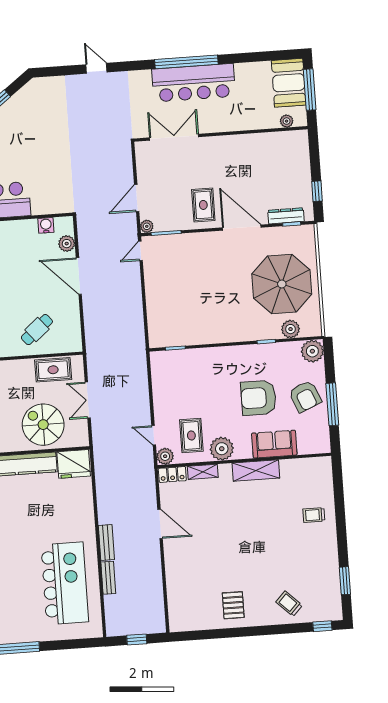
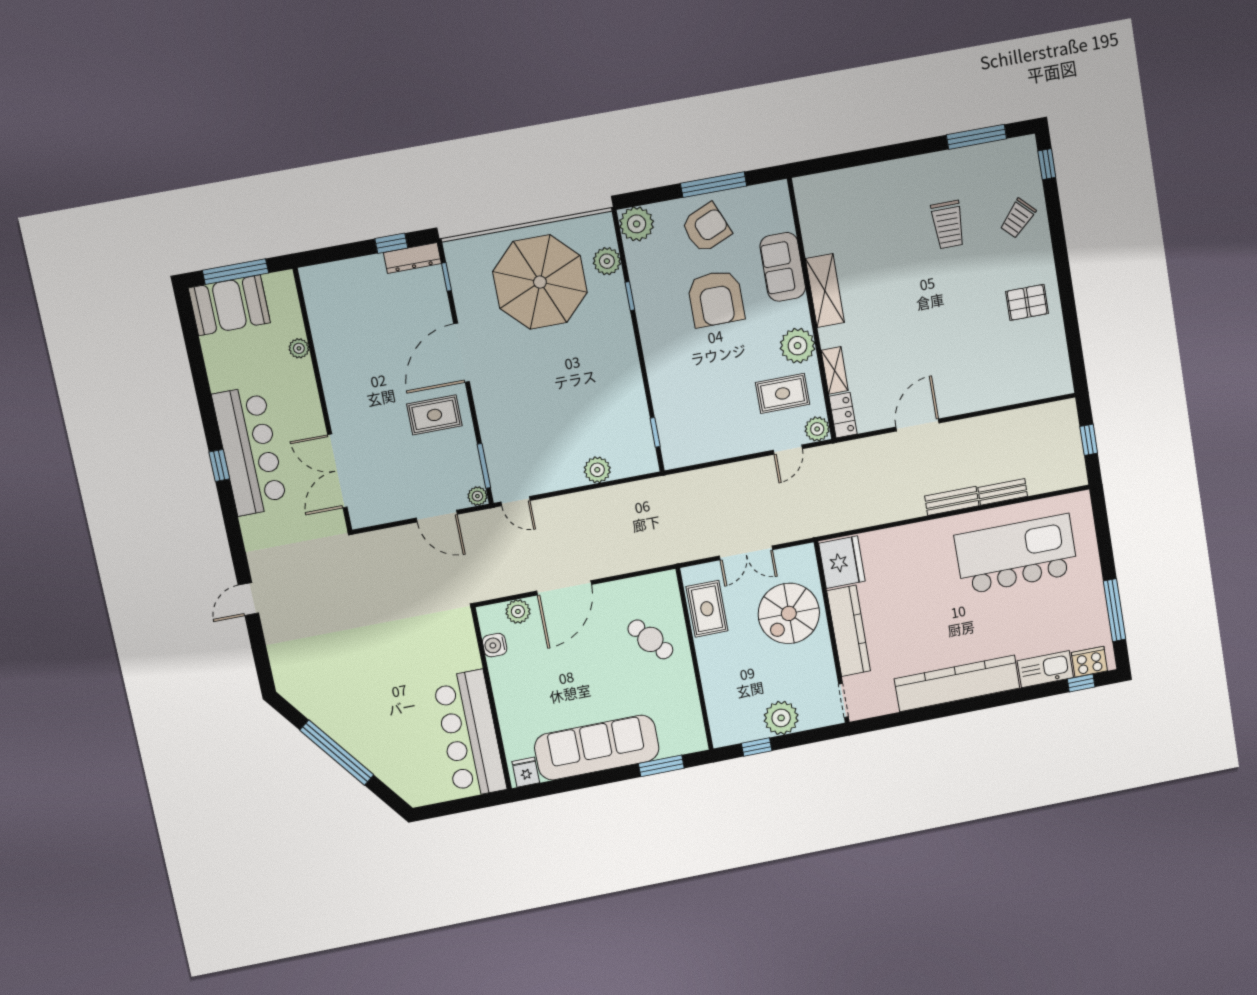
window: (186, 62) -> (219, 465), width x0.32
plant: (287, 121) -> (299, 348), moved
dresser: (286, 216) -> (412, 258), moved, turned -90
plant: (155, 307) -> (597, 470), added
trolley: (314, 515) -> (948, 225), moved, width x1.36, depth x1.39
window: (345, 581) -> (977, 137), width x1.44

